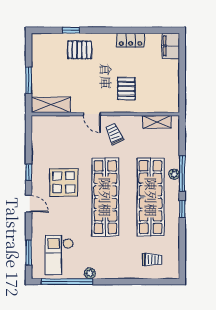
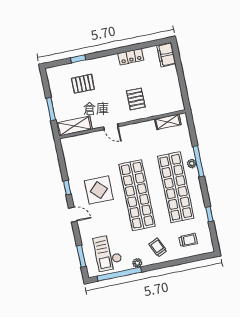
pallet: (80, 50) -> (83, 84), moved
trolley: (114, 134) -> (158, 247), moved
window: (182, 209) -> (209, 214), moved

